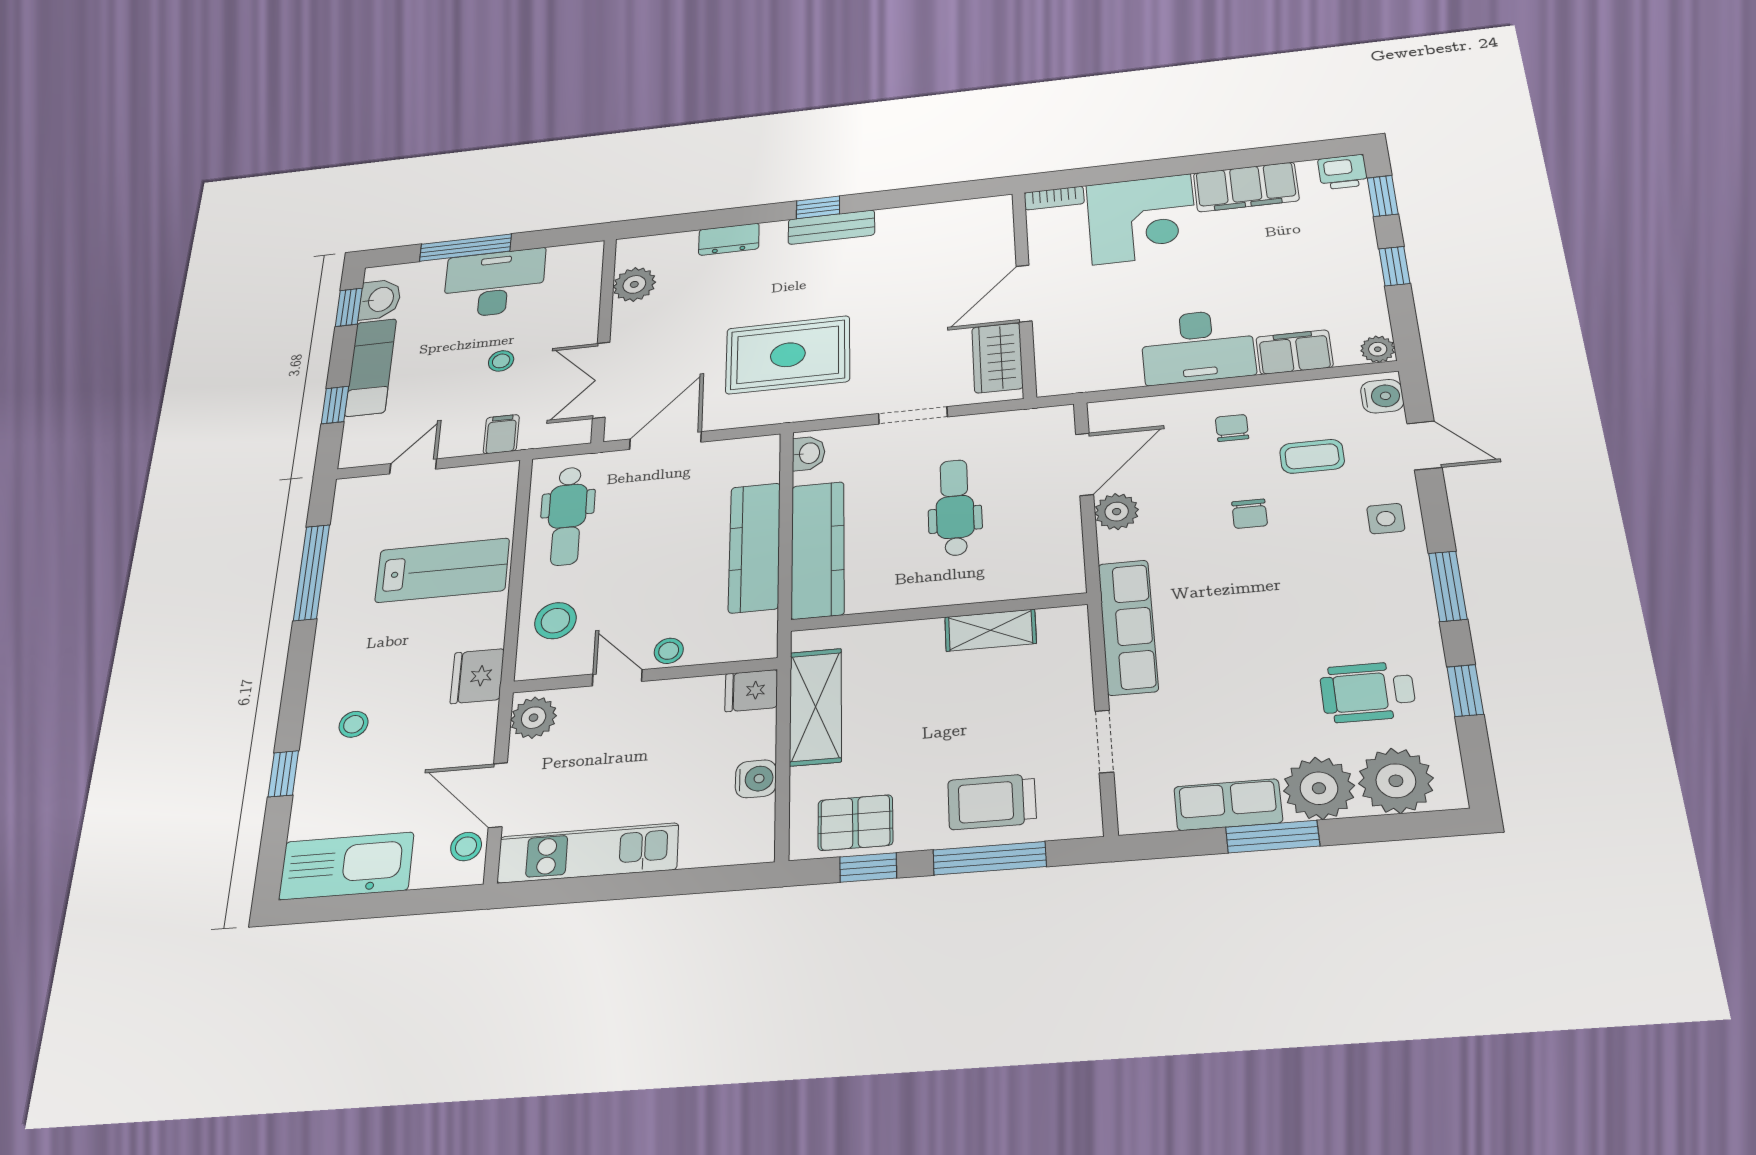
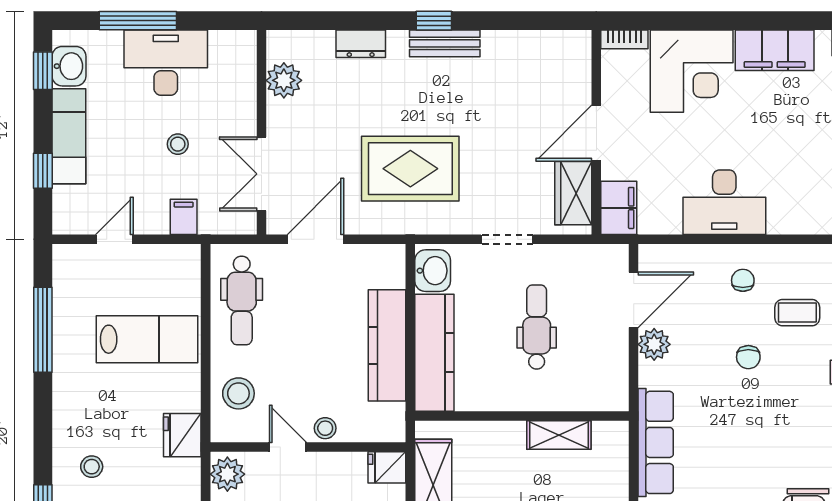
filing cabinet: (1294, 352) -> (619, 208), moved, turned 90
washbasin: (809, 453) -> (433, 271), width x1.38, depth x1.45

